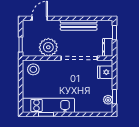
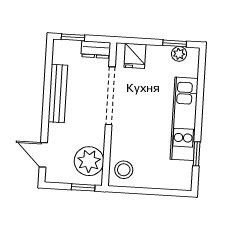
plant: (48, 47) -> (89, 161), moved
kitchen unit: (48, 105) -> (184, 119), moved

